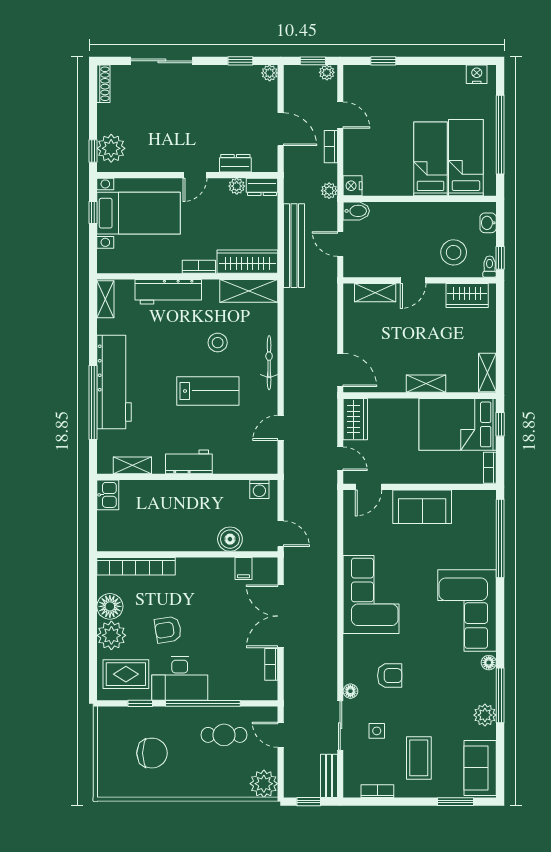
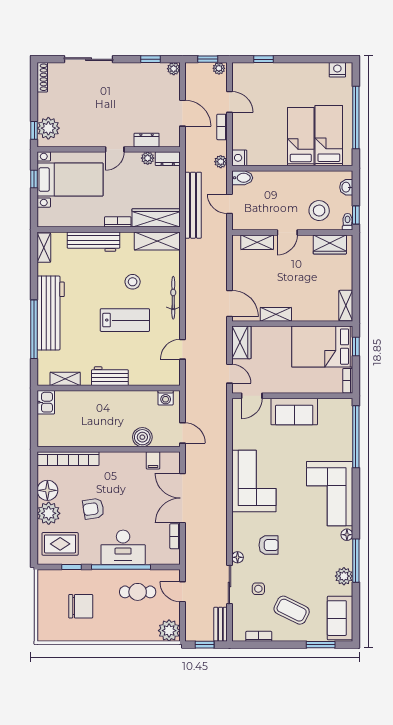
shelving: (426, 384) -> (276, 314), moved
desk: (180, 678) -> (123, 547), moved
coffee table: (419, 758) -> (292, 610), turned -64

